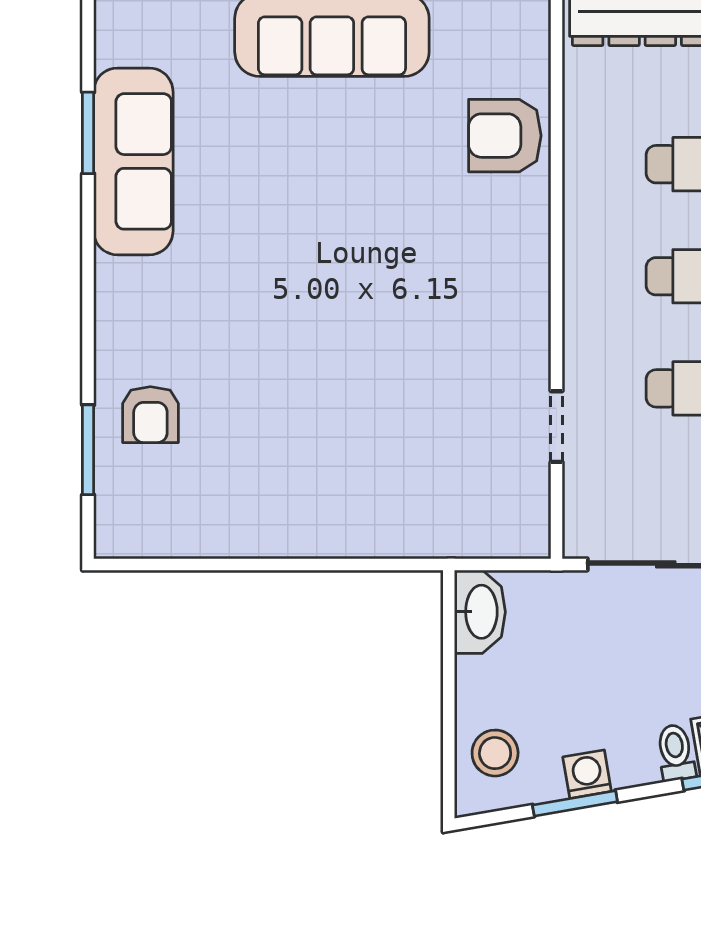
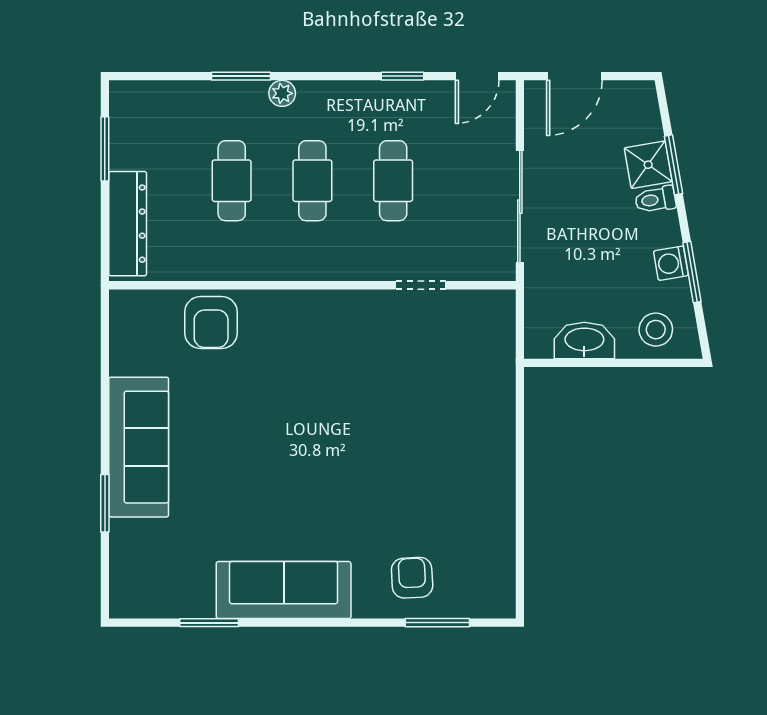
sofa: (133, 161) -> (284, 590), moved
armchair: (150, 415) -> (412, 578), turned -93
washbasin: (480, 612) -> (584, 340), moved

